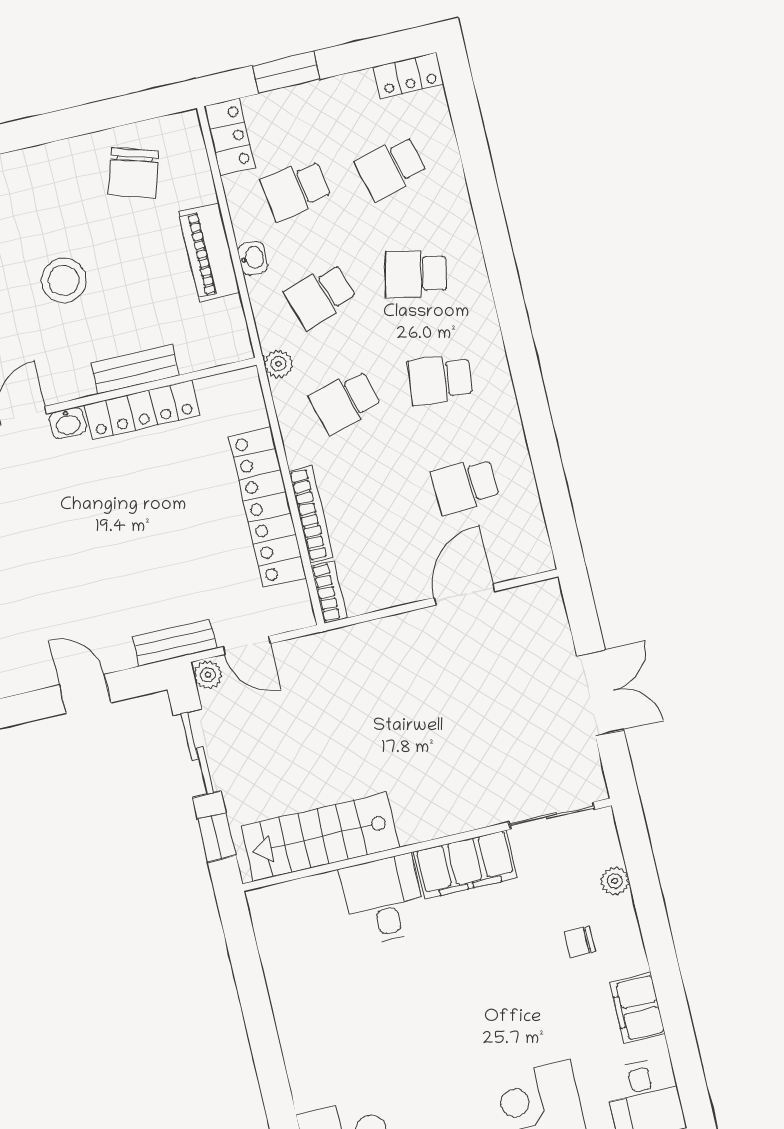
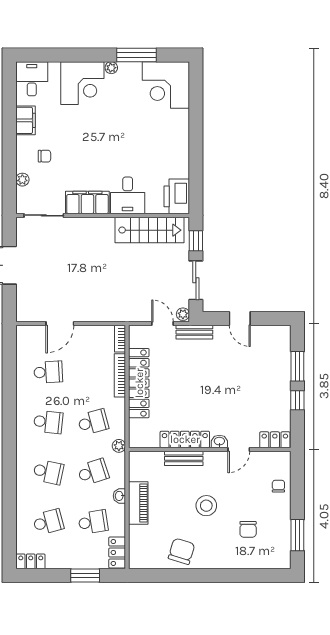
chair: (133, 173) -> (182, 551), moved
printer: (279, 922) -> (177, 196), added

